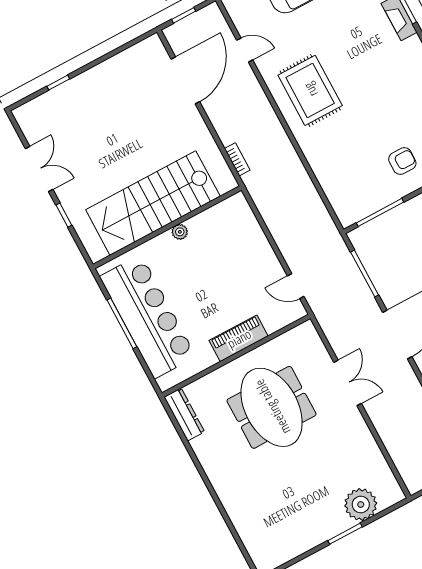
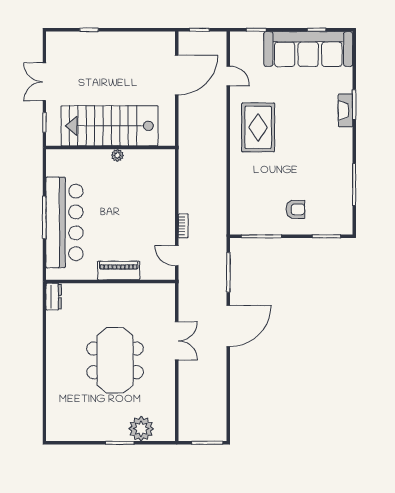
bookcase: (237, 159) -> (183, 226), moved
double door: (39, 169) -> (44, 82), swing flipped
stairs: (153, 203) -> (110, 126), moved
wall: (167, 227) -> (111, 148), moved
plant: (180, 232) -> (117, 155), moved
meeting table: (272, 407) -> (115, 360), moved
dresser: (184, 414) -> (54, 297), width x0.70

